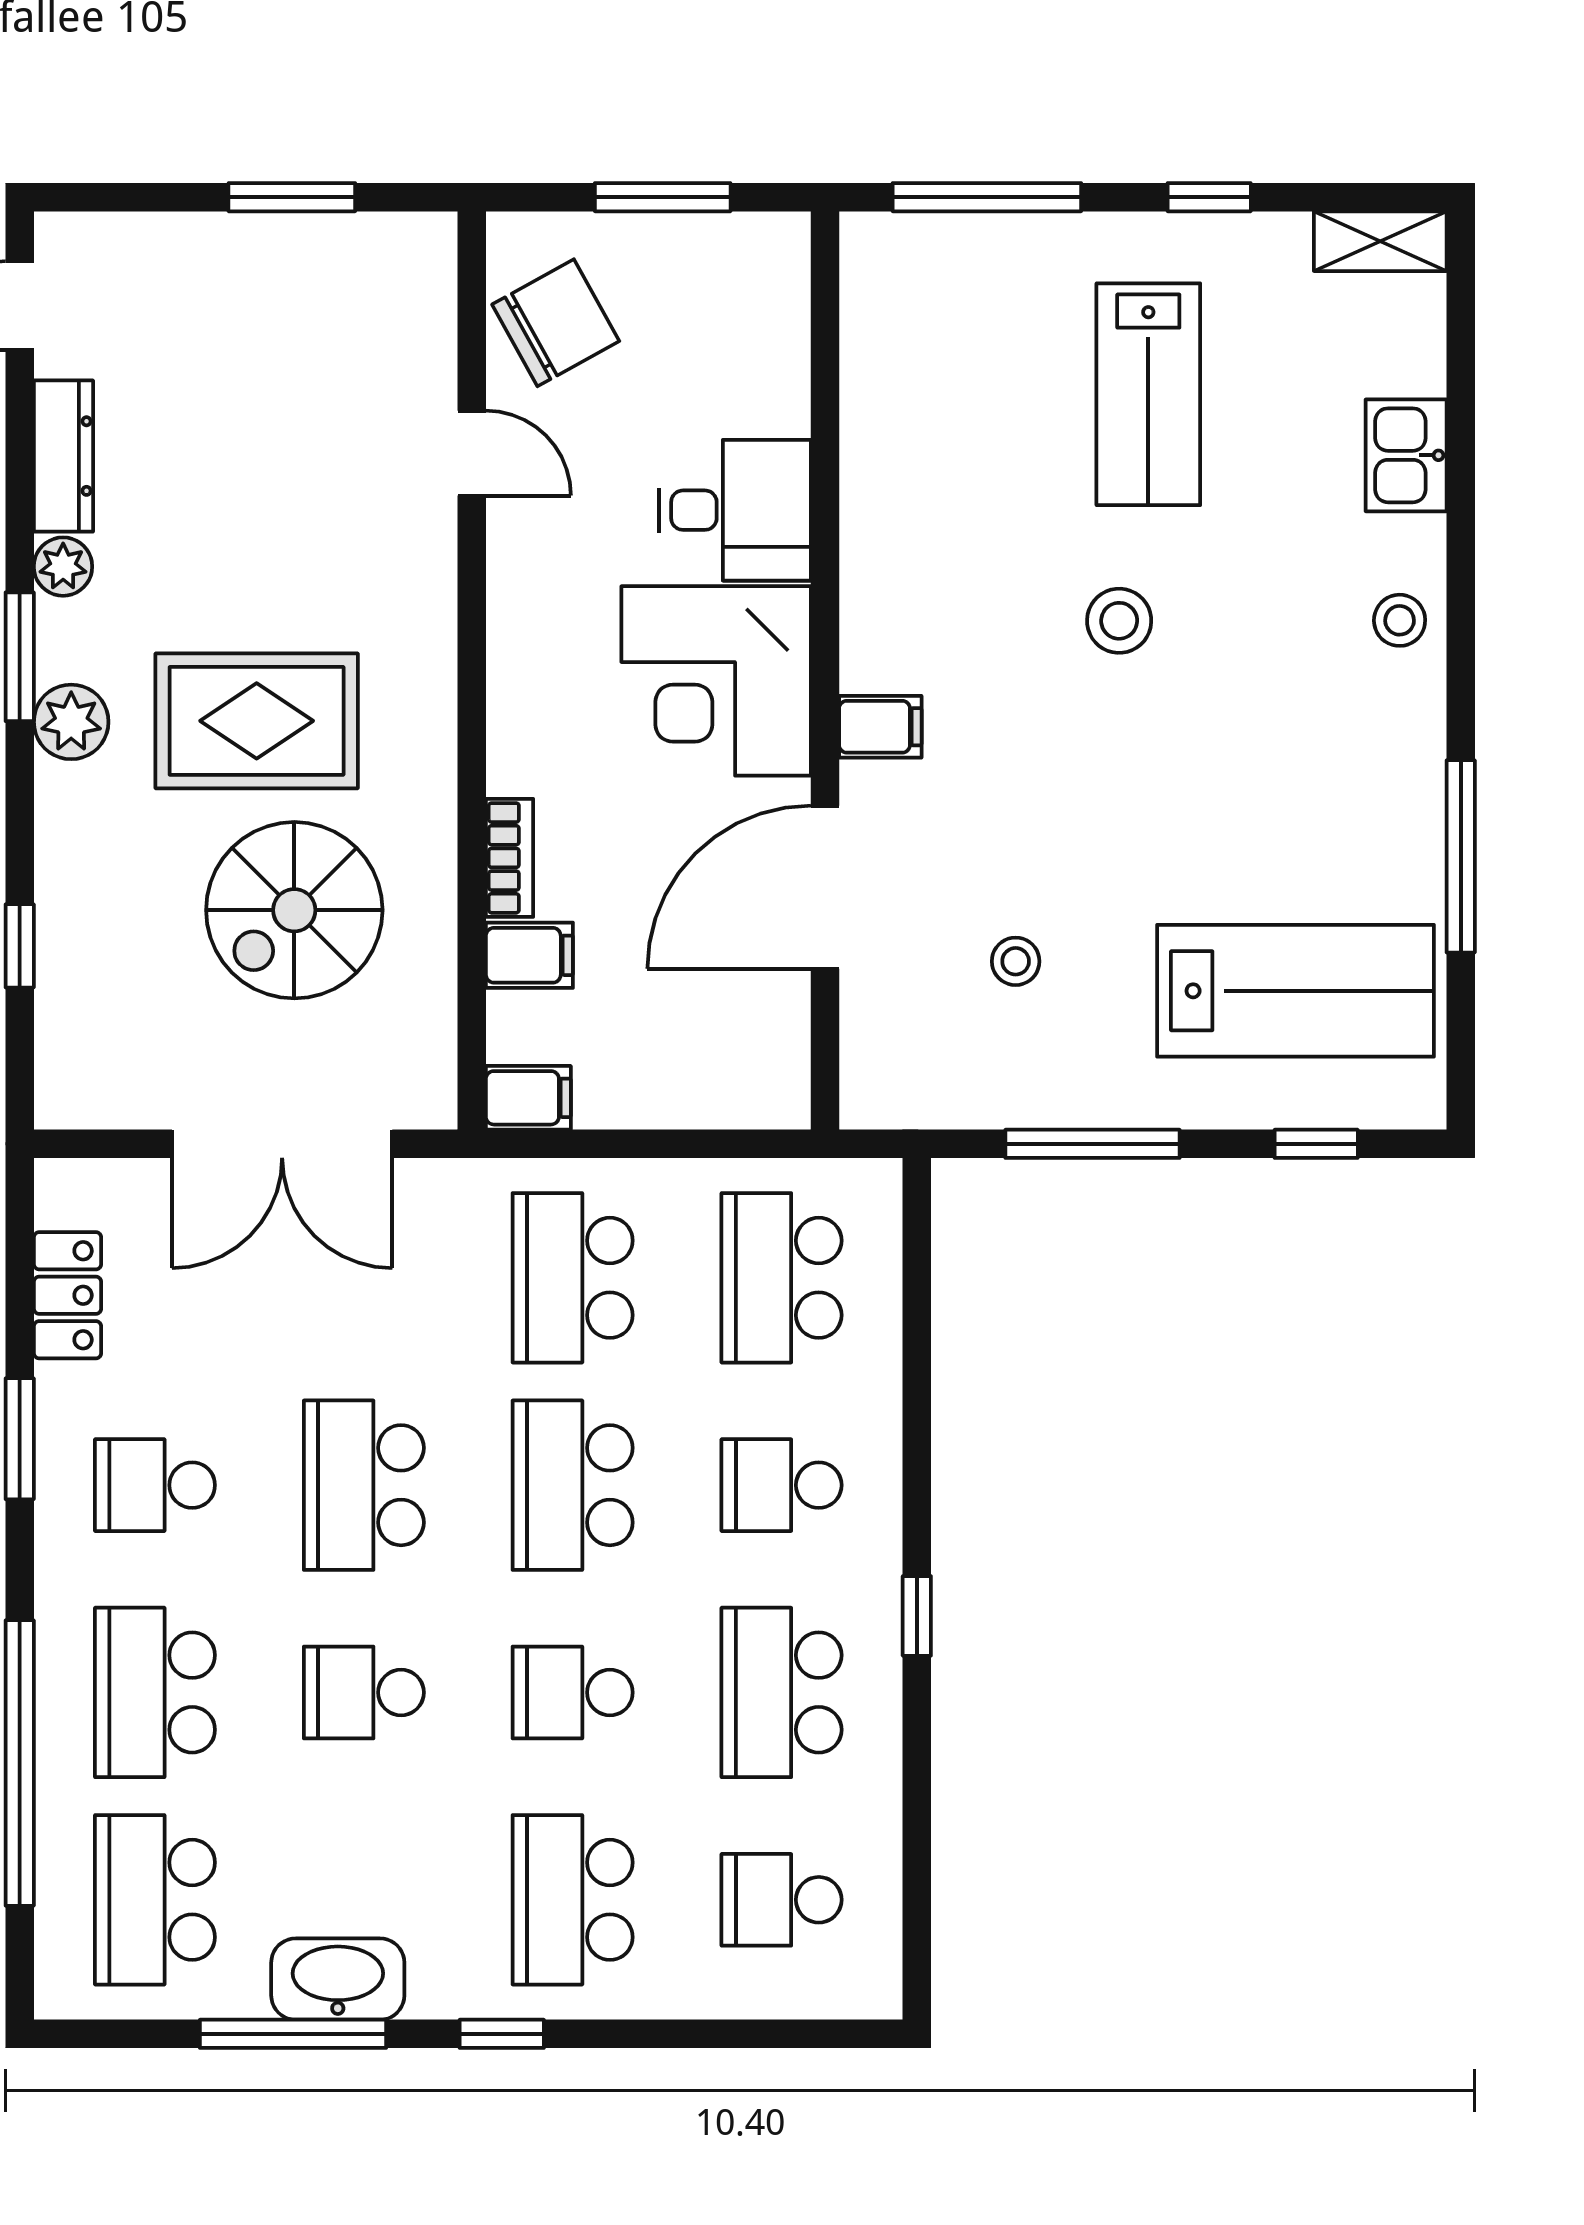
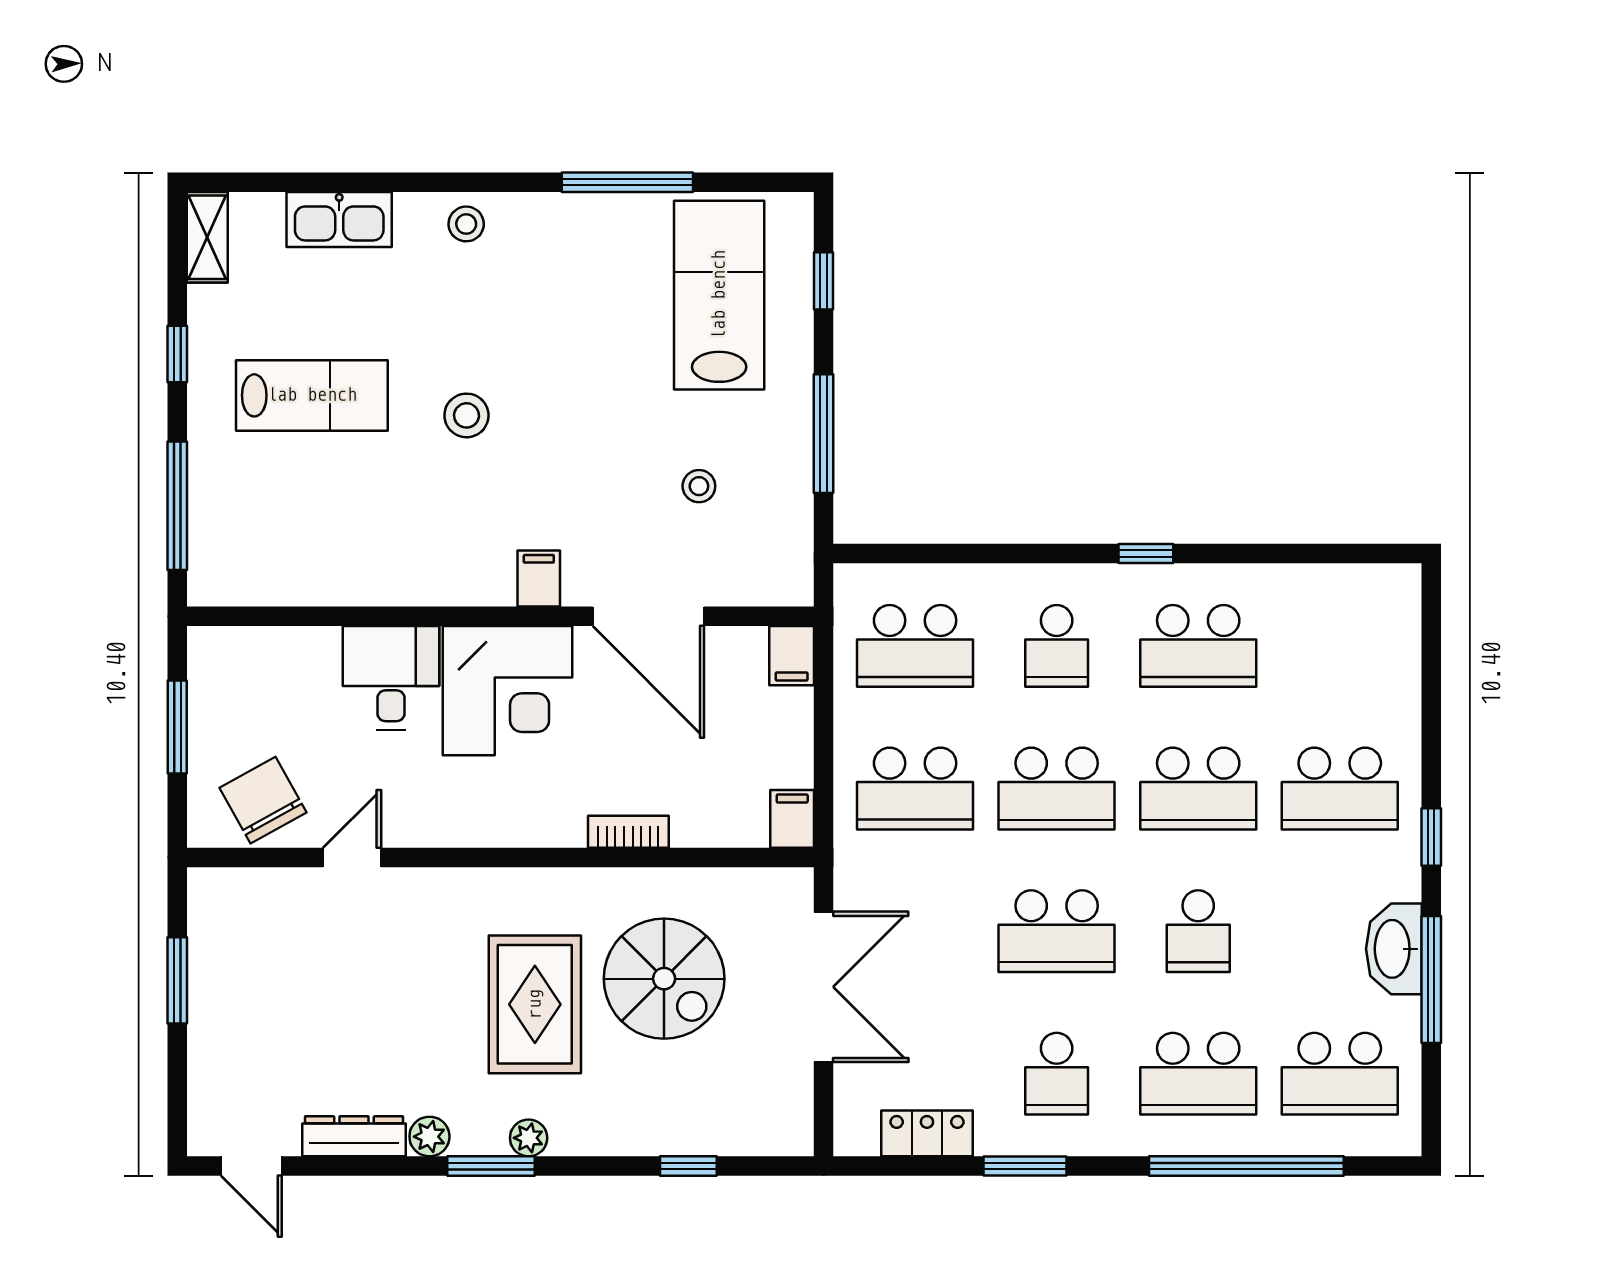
kitchen sink: (1406, 455) -> (339, 220), width x1.38
plant: (71, 722) -> (529, 1138), width x0.73, depth x0.73
filing cabinet: (529, 955) -> (792, 656), moved, turned 180
school desk: (573, 1692) -> (1198, 789), width x1.85
school desk: (782, 1900) -> (1340, 646), removed

